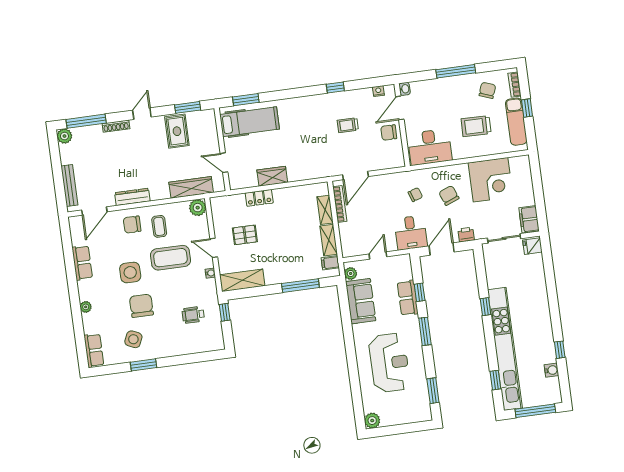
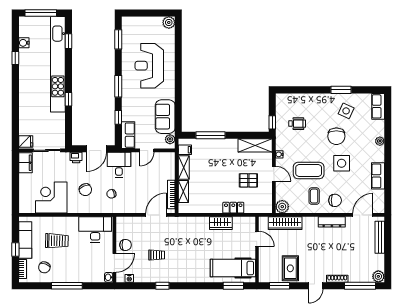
row of seats: (408, 298) -> (128, 135), moved

